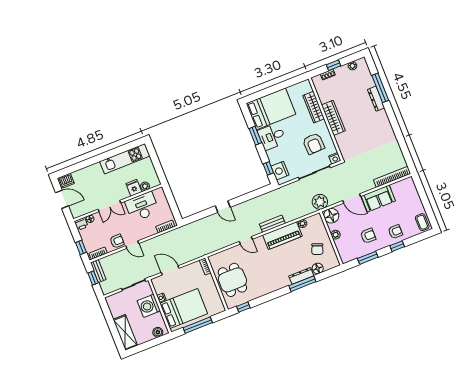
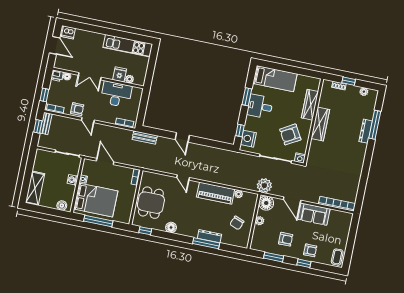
bed: (271, 109) -> (275, 79), width x0.67
armchair: (314, 144) -> (290, 134), turned 62
bench: (272, 224) -> (145, 137), moved
floor lamp: (318, 268) -> (171, 227), moved
washing machine: (149, 306) -> (73, 180), width x0.53, depth x0.53

